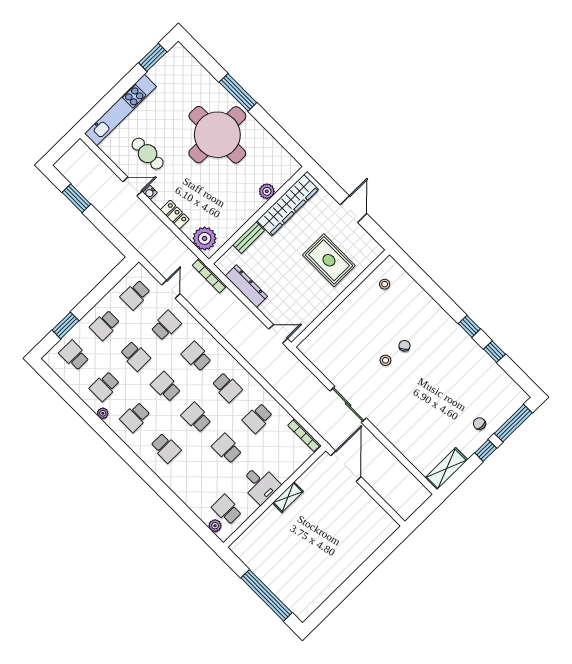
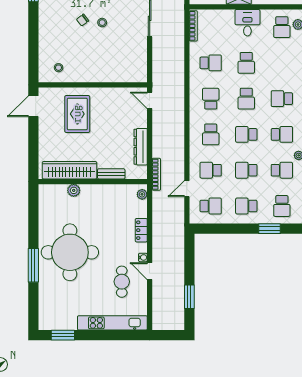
door: (353, 209) -> (33, 106), moved
plant: (205, 238) -> (142, 194), width x0.53, depth x0.53
school desk: (105, 325) -> (246, 206), turned 180
school desk: (135, 356) -> (246, 170), turned -90
school desk: (166, 387) -> (246, 134), turned 90
school desk: (166, 448) -> (282, 99), turned -90

